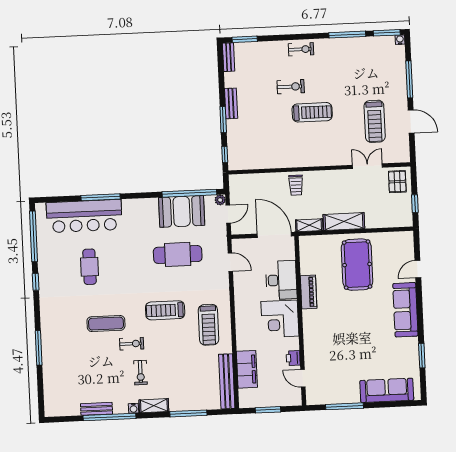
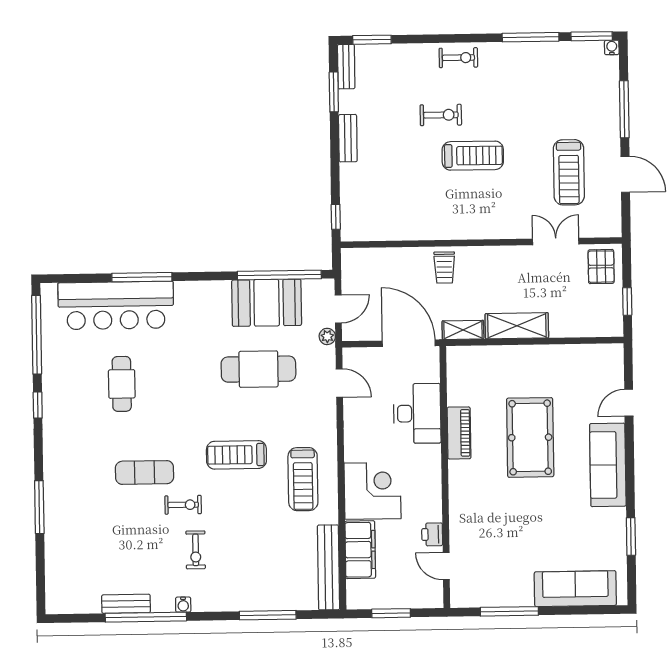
window: (223, 120) -> (334, 92), moved
plant: (220, 200) -> (327, 336), moved
pool table: (357, 265) -> (530, 437), moved
corner desk: (280, 319) -> (373, 491), moved, turned 180
shelving: (154, 406) -> (215, 602), removed

